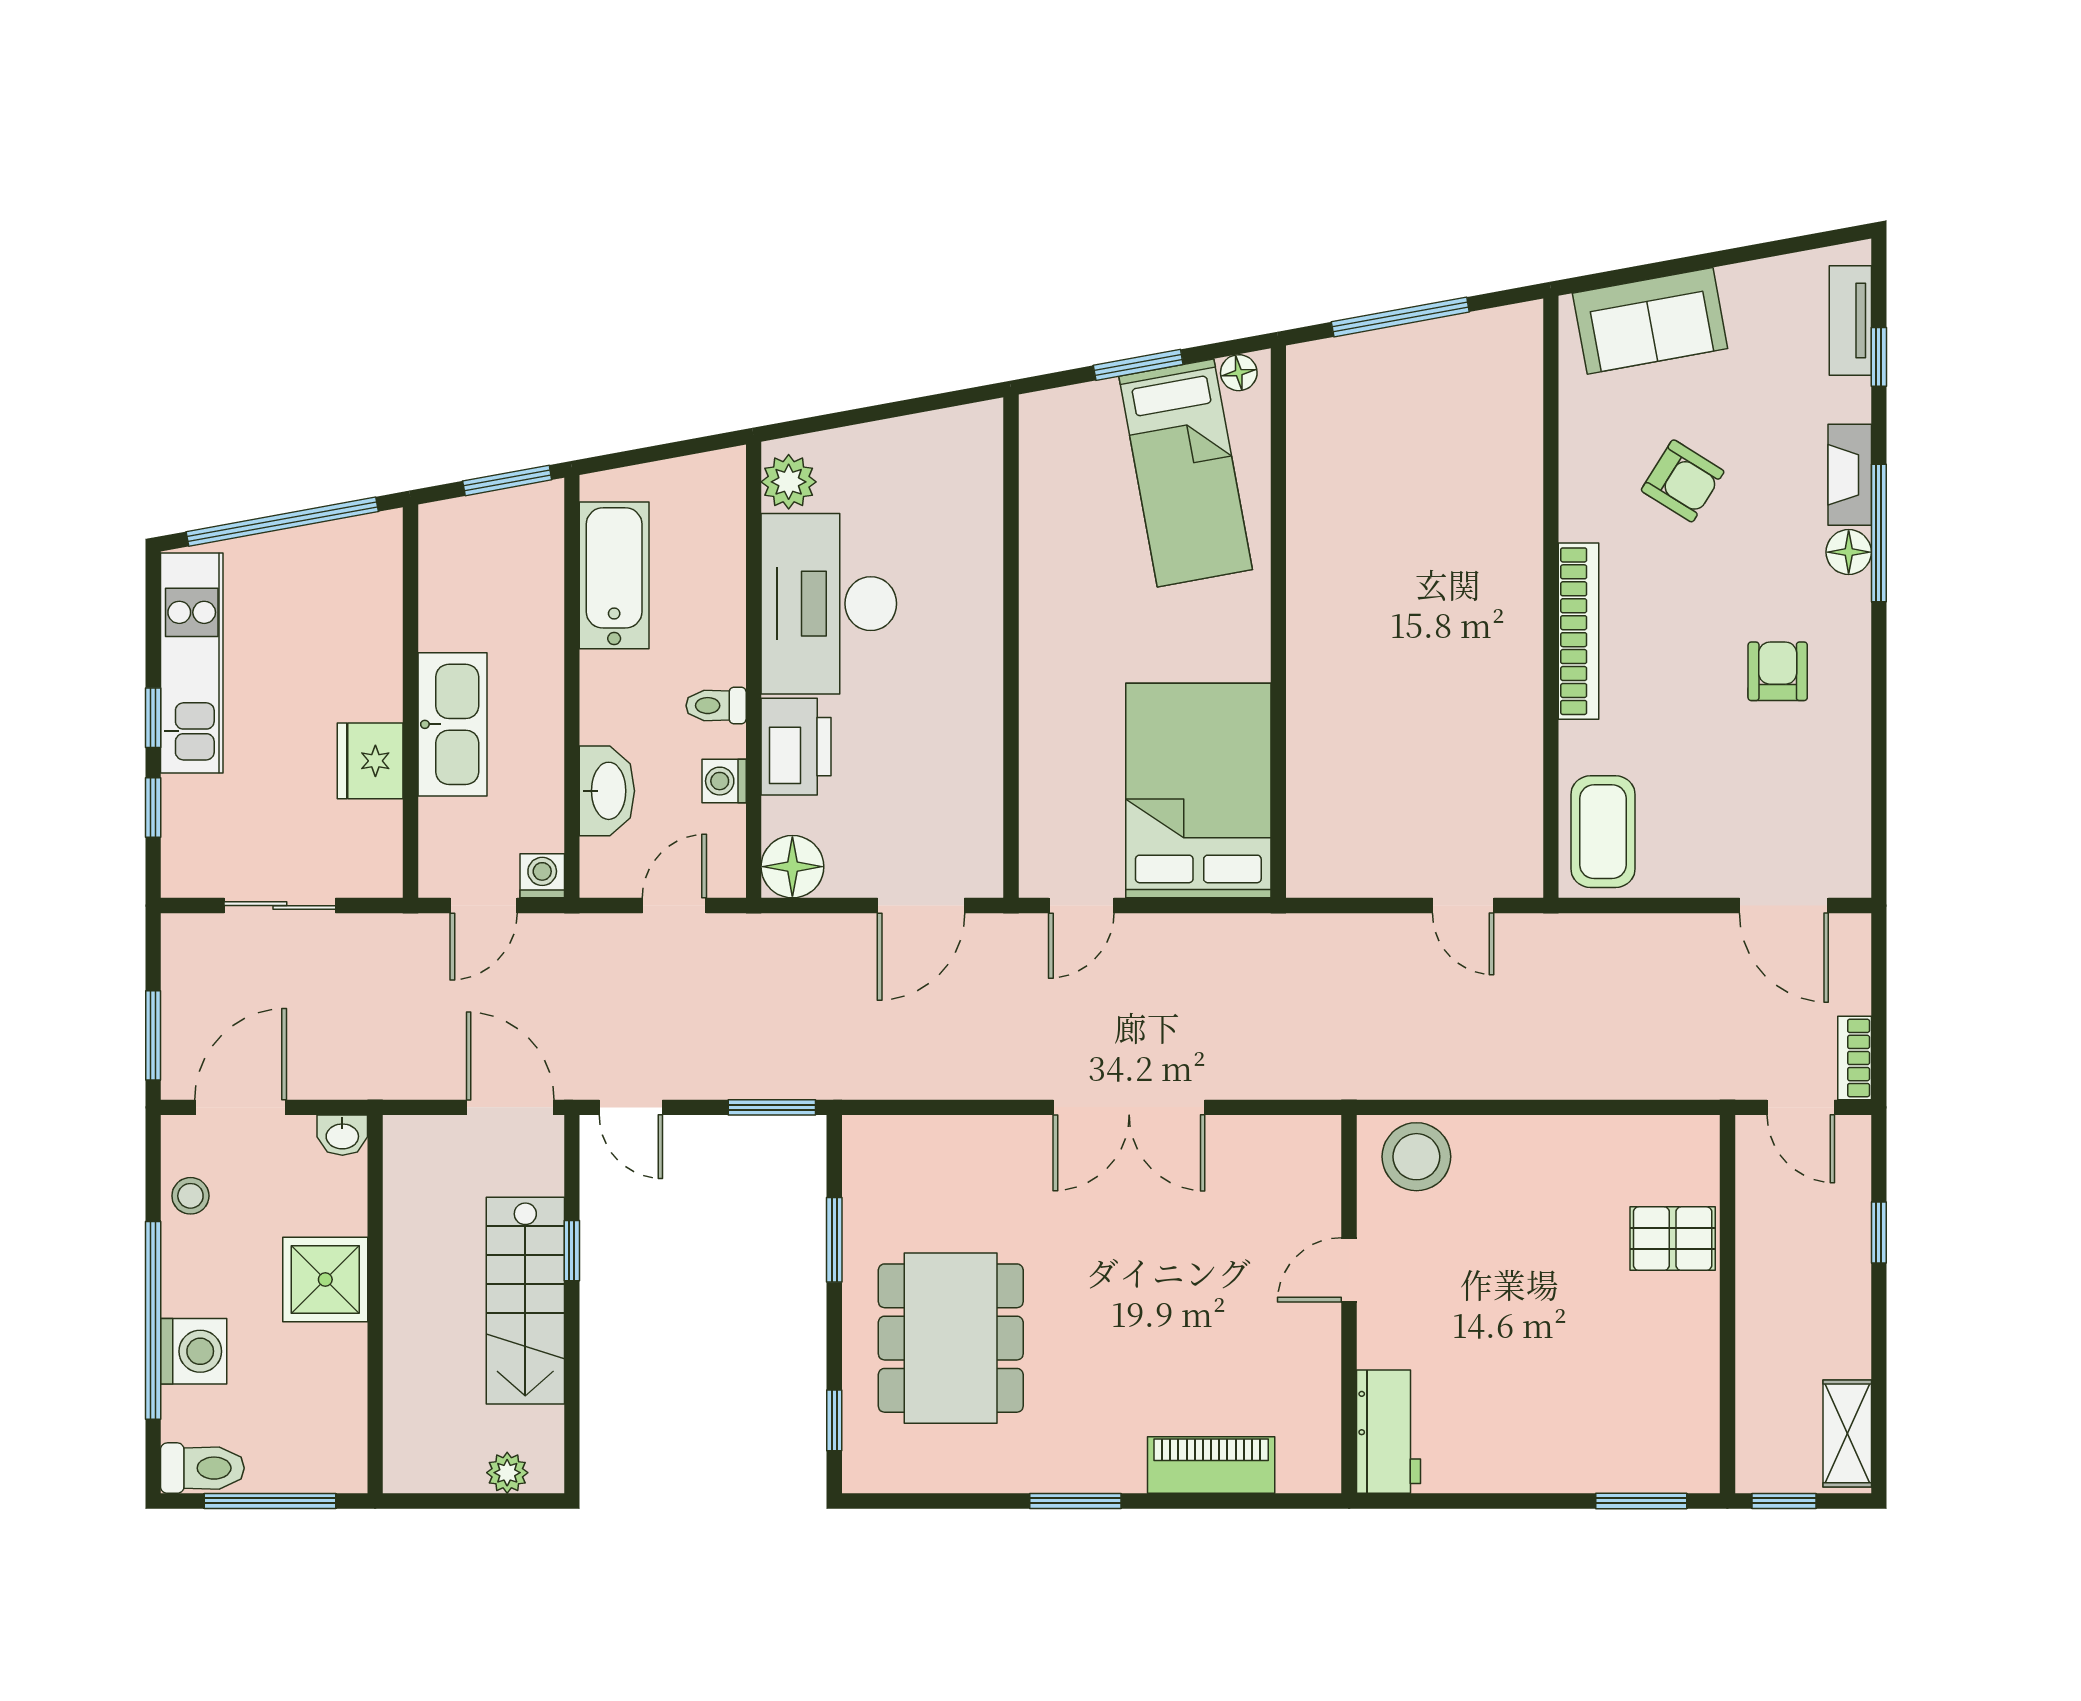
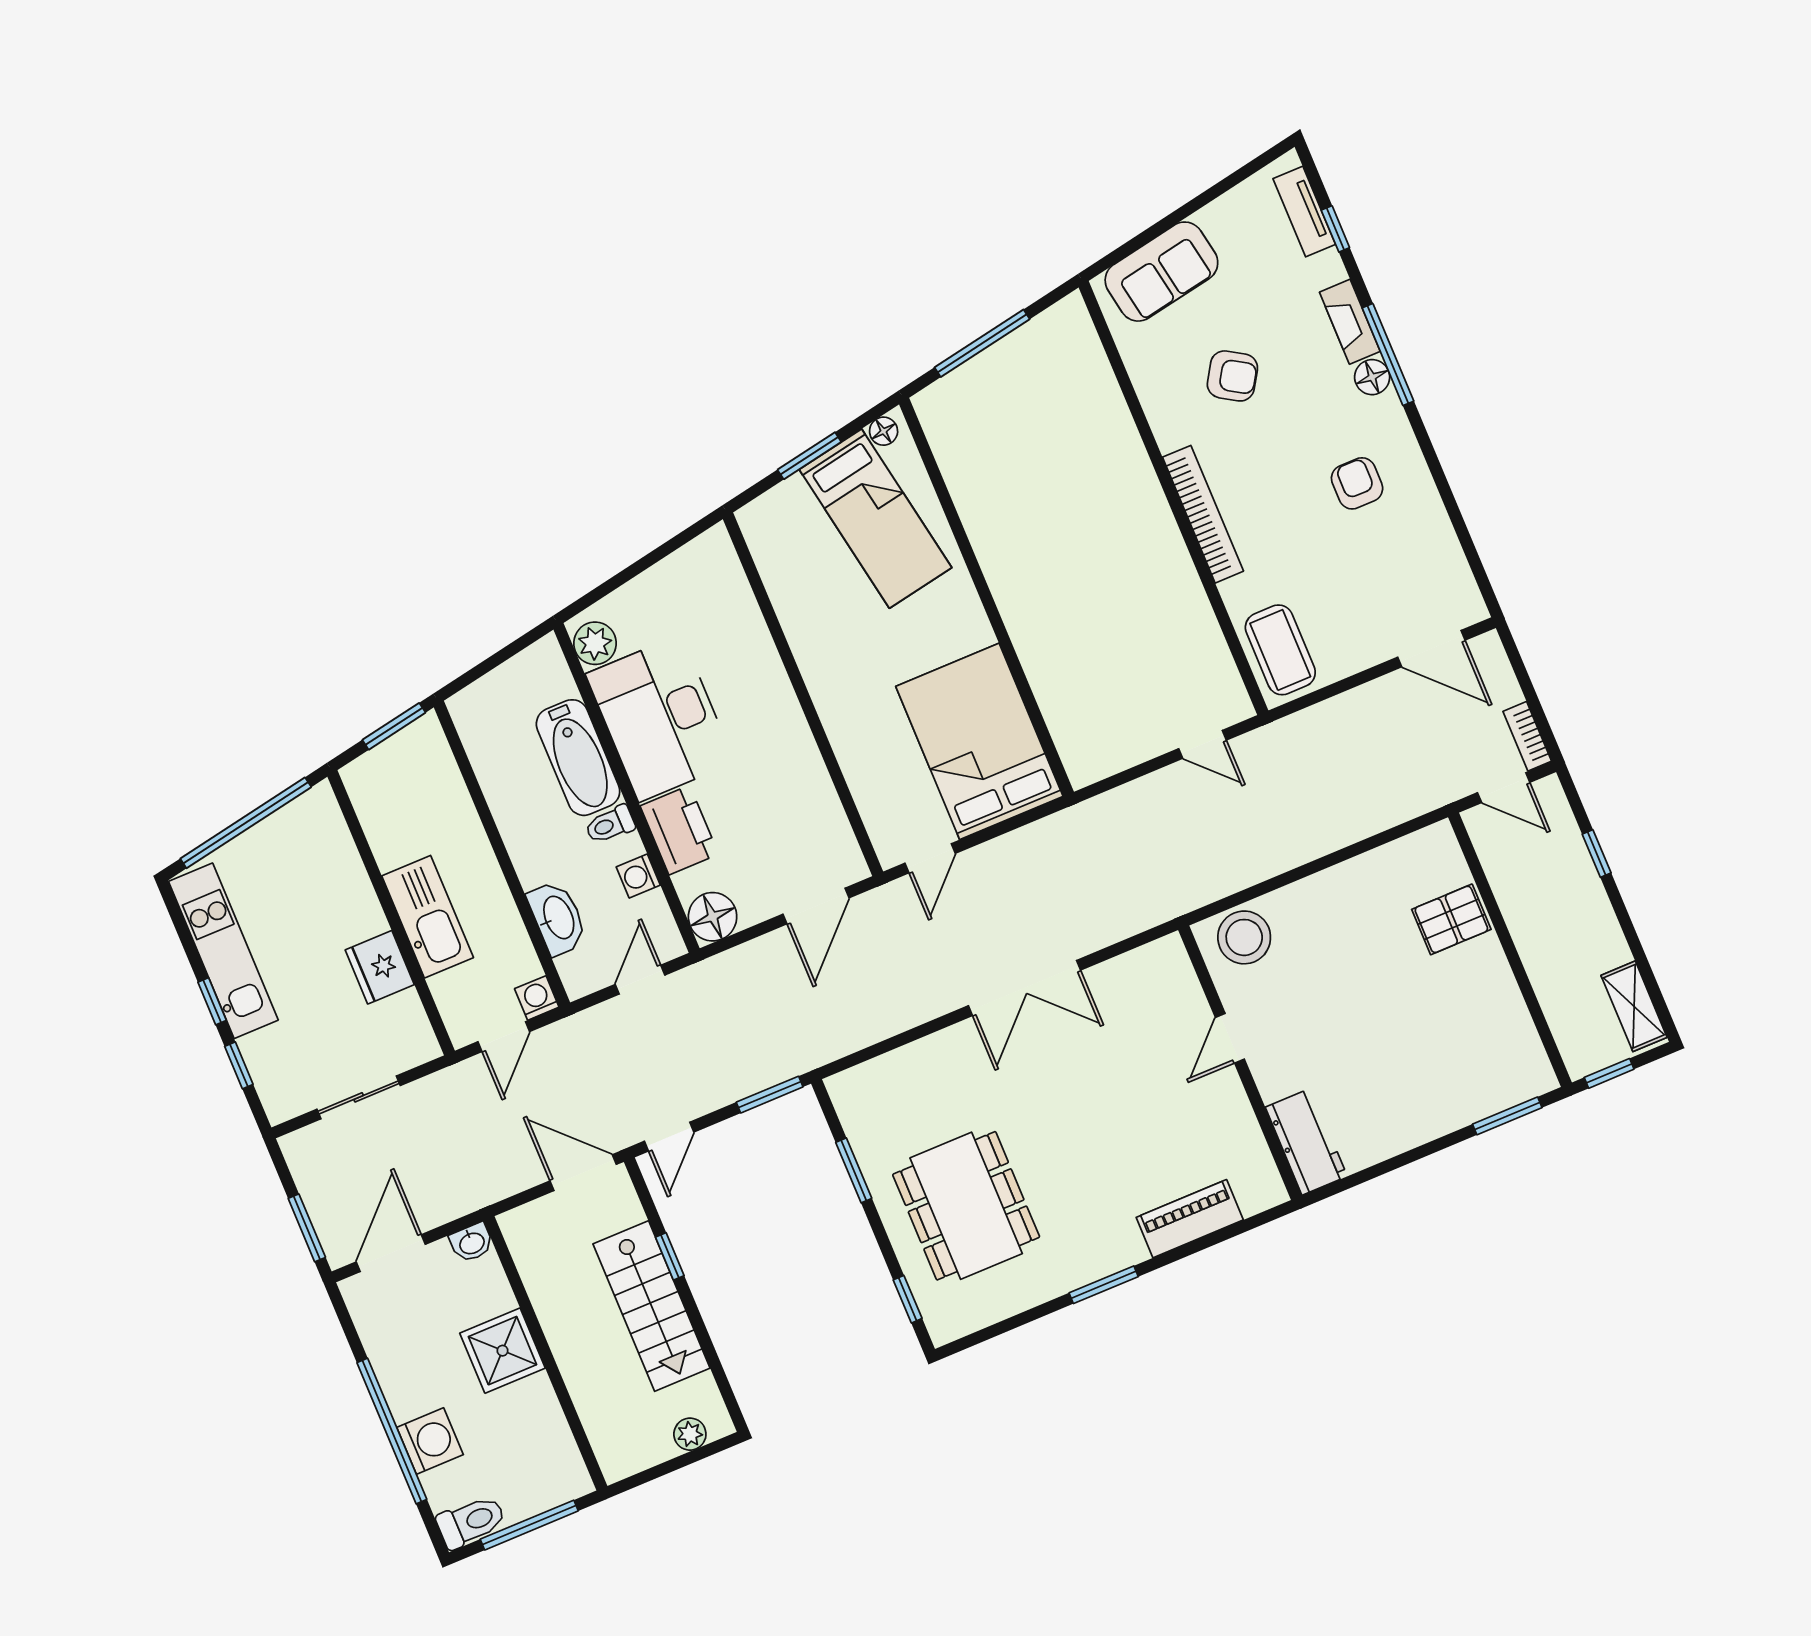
bathtub: (614, 575) -> (578, 758), moved, turned 180
door: (631, 1107) -> (669, 1137), hinge flipped
stool: (190, 1196) -> (381, 1331), removed

